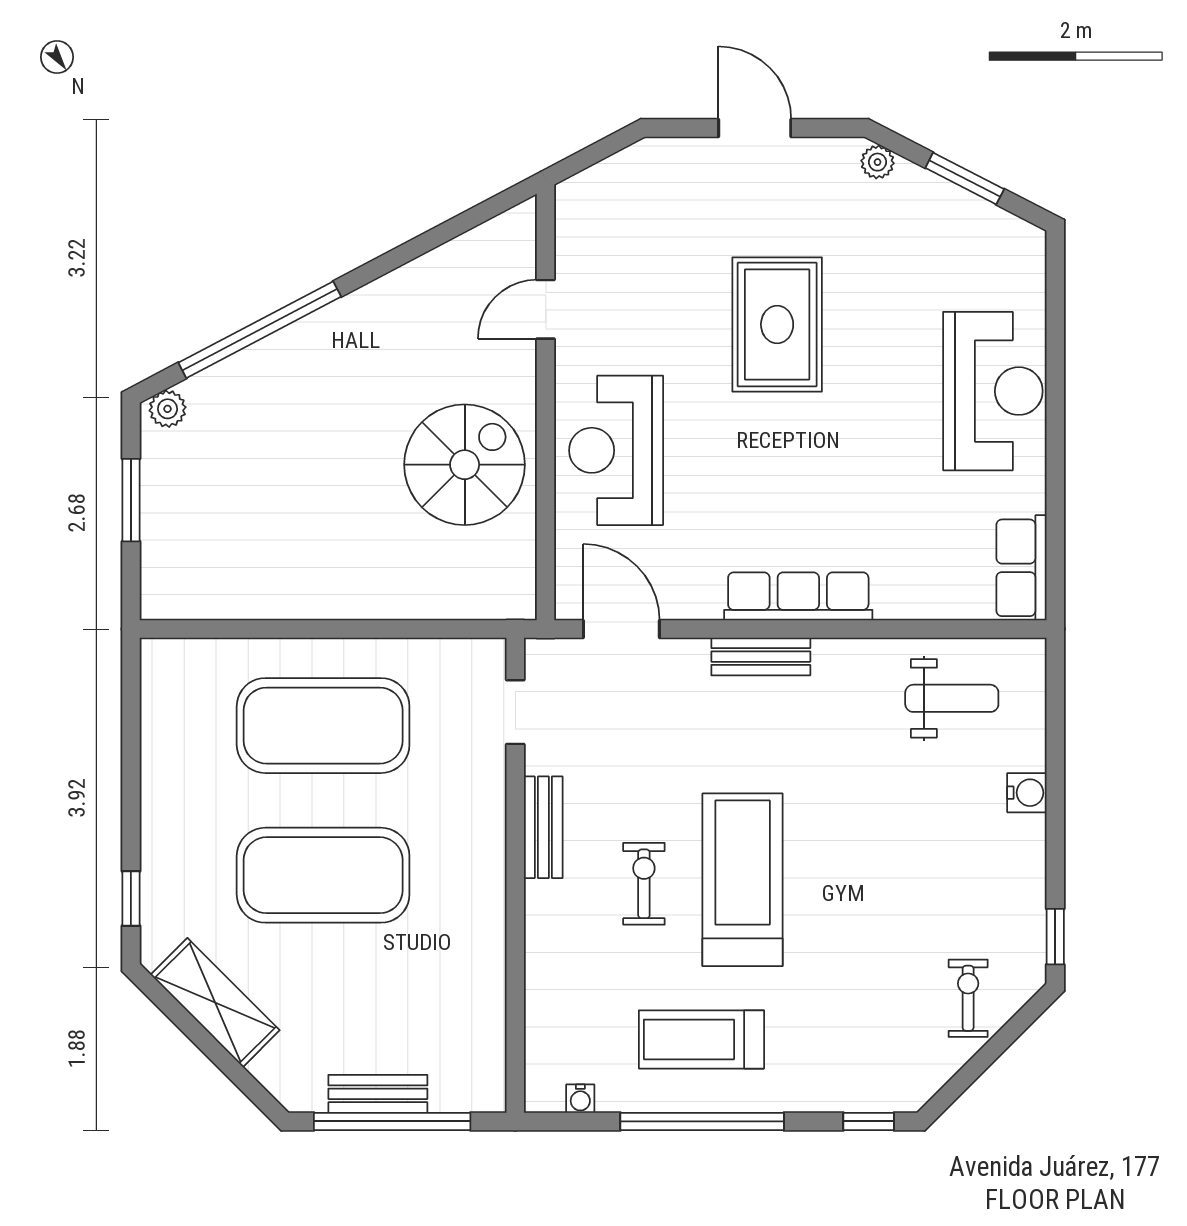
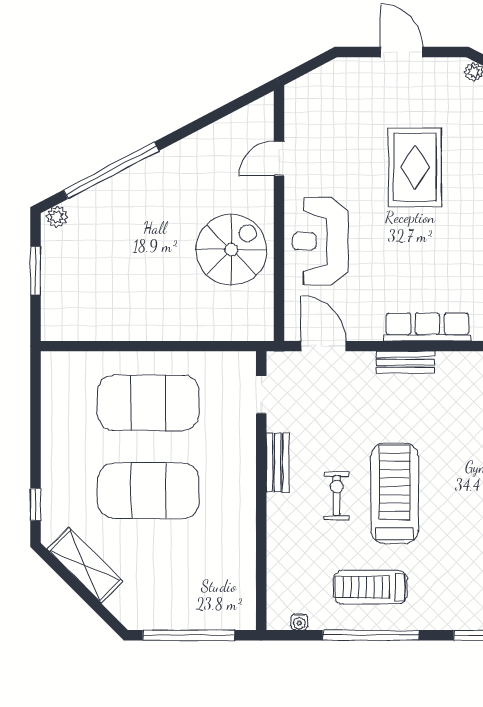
bench: (378, 1094) -> (181, 619), removed

